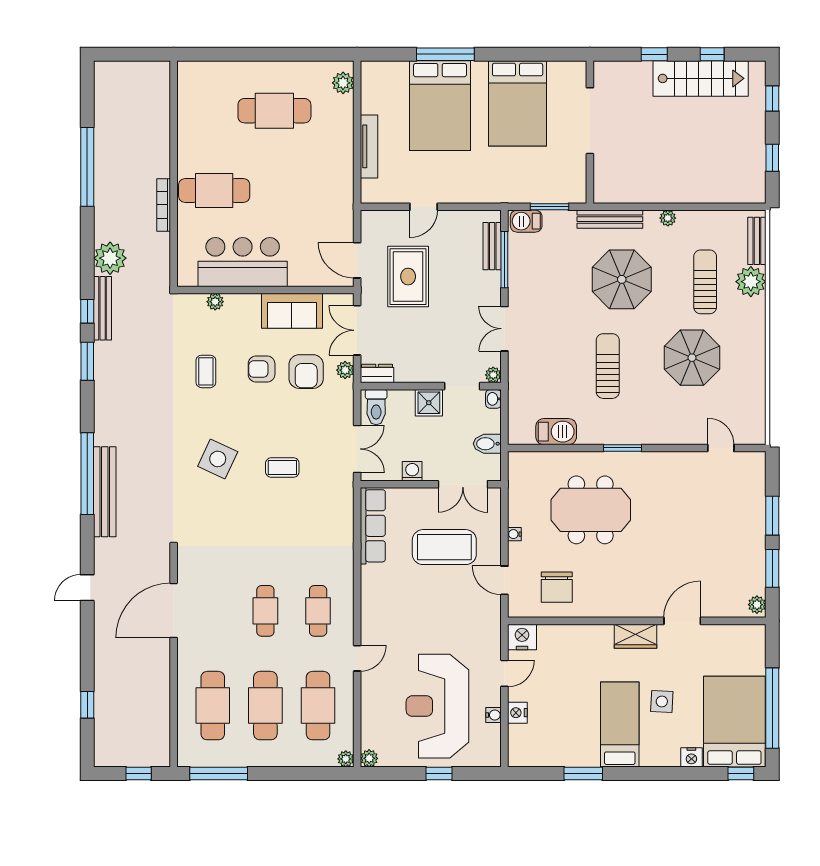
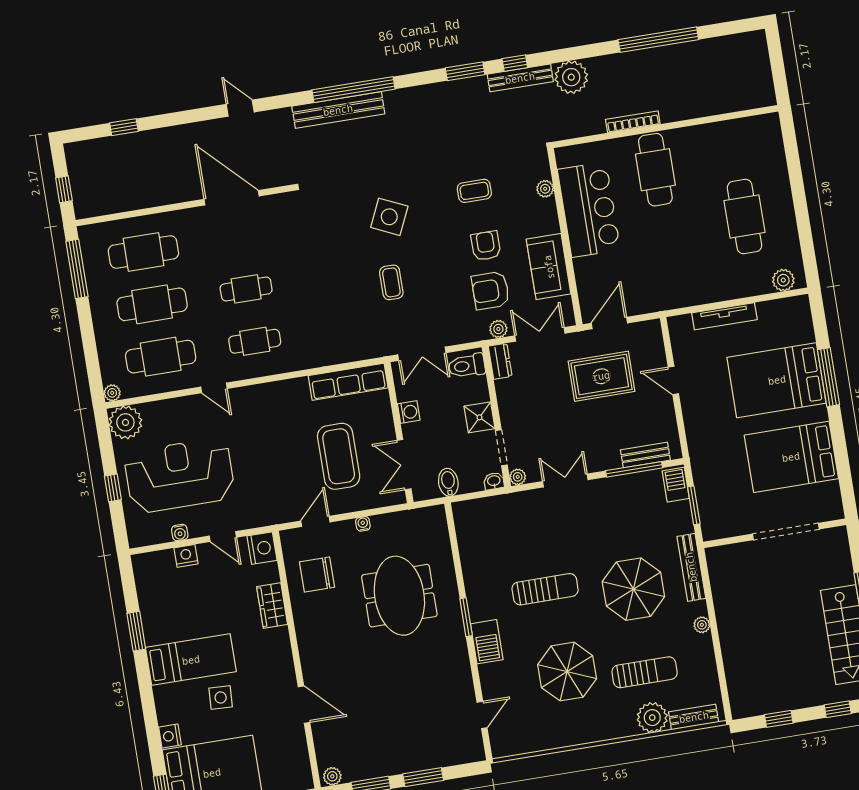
barbecue: (556, 432) -> (487, 642), moved
wardrobe: (635, 636) -> (272, 606), moved
plant: (369, 758) -> (125, 422), width x1.87, depth x1.87

